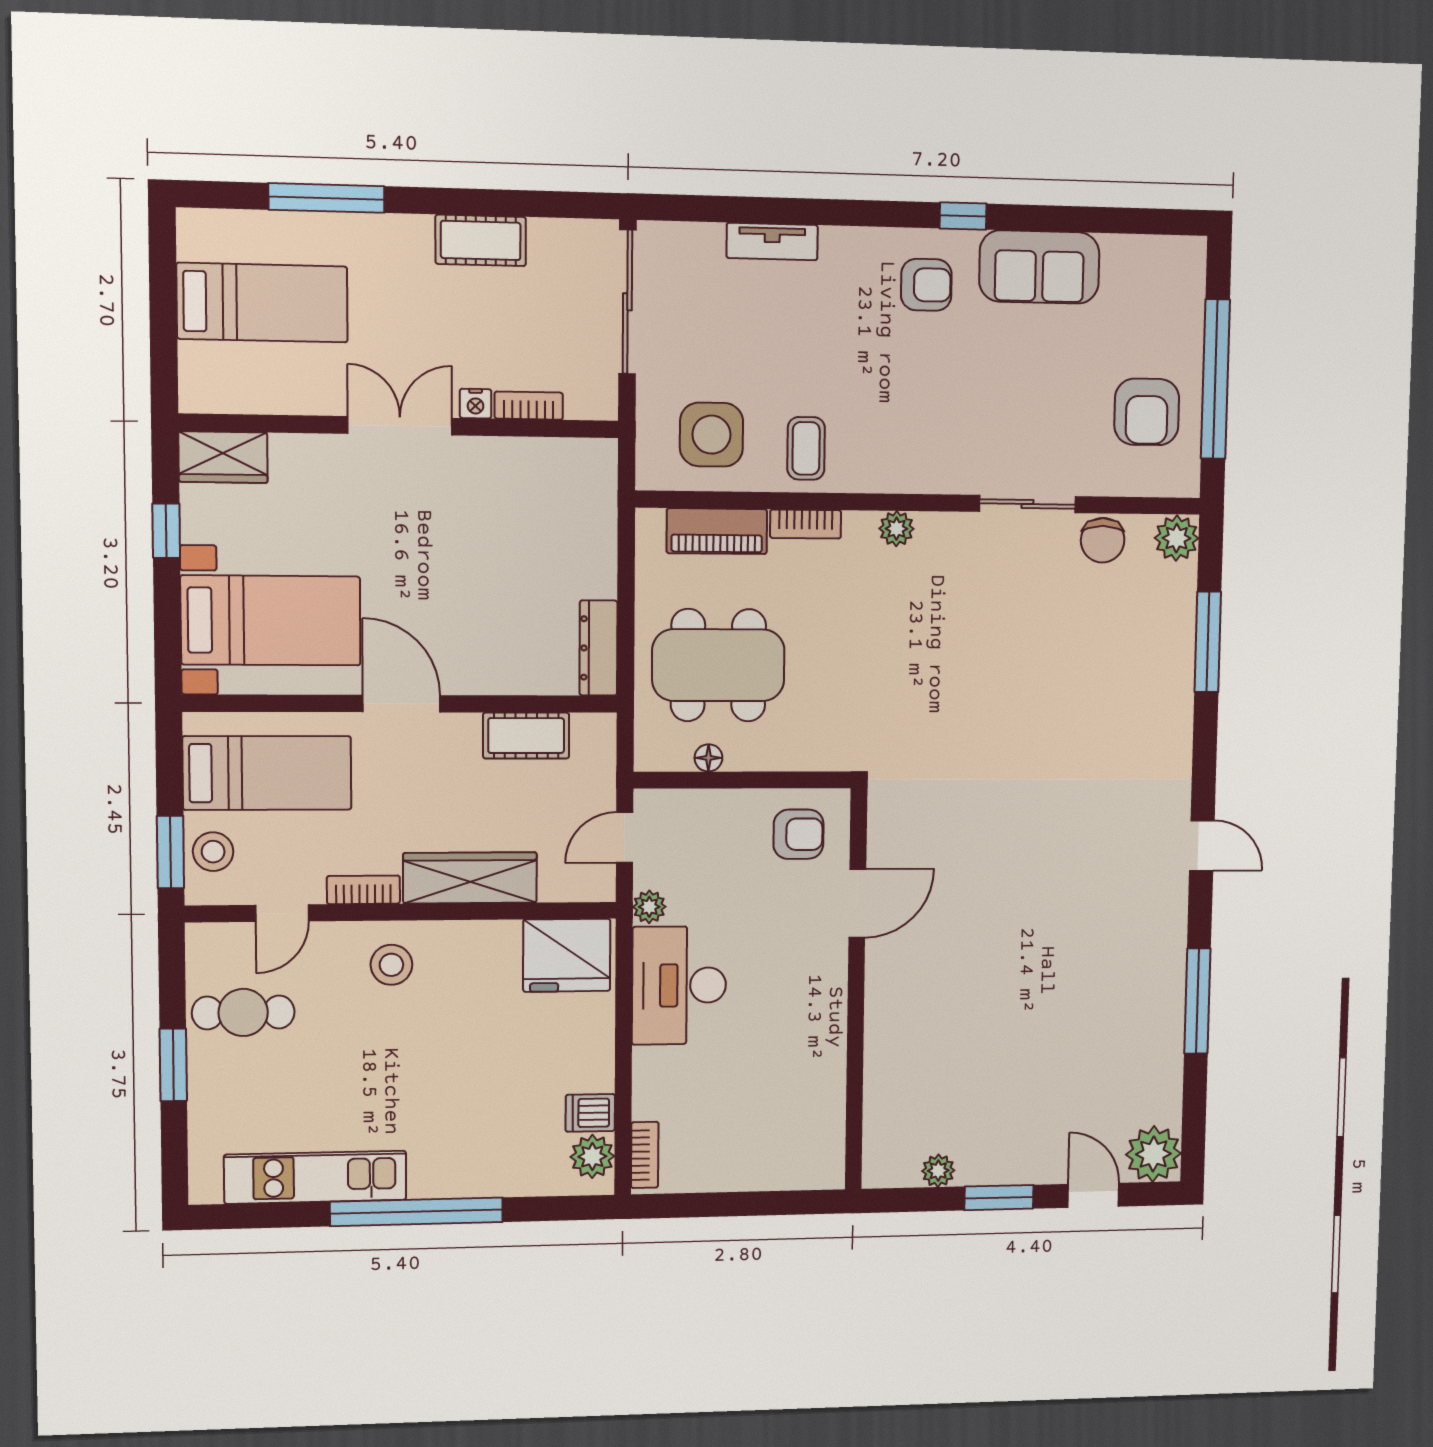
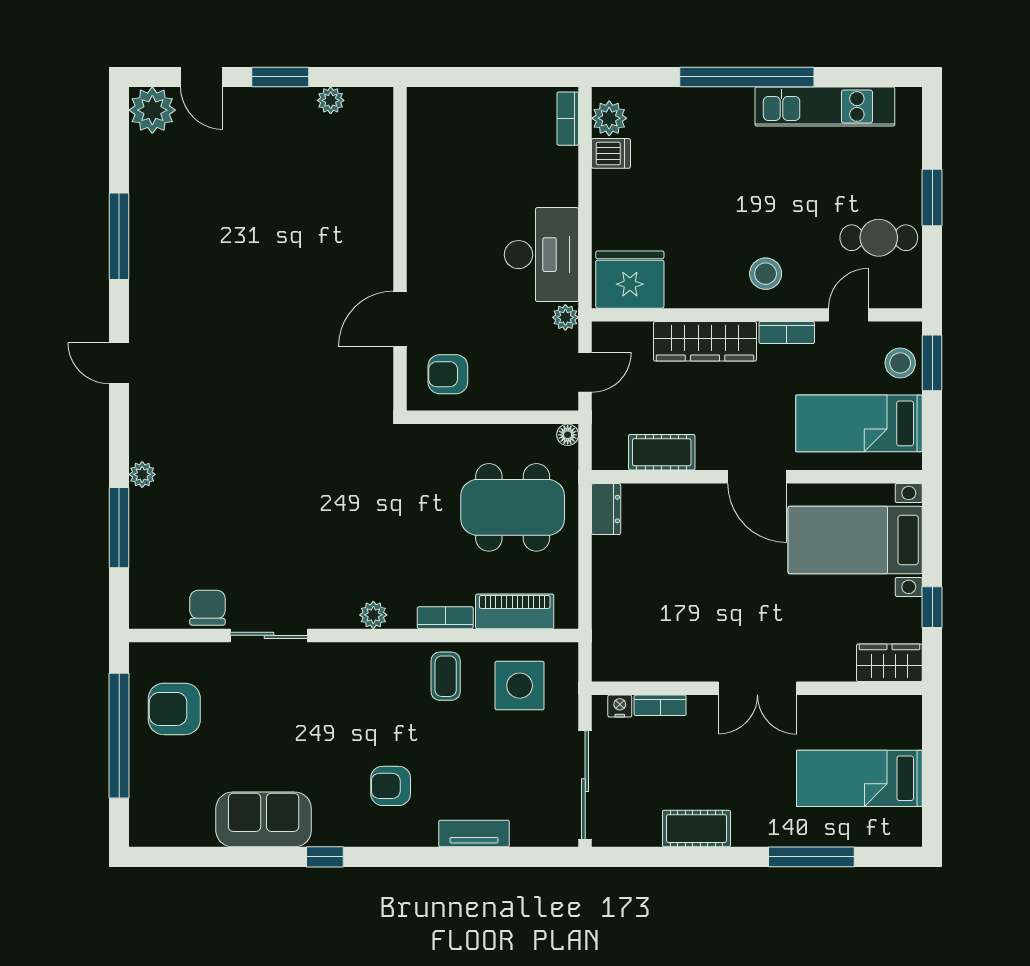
armchair: (926, 285) -> (391, 786), moved
nightstand: (476, 404) -> (620, 706), moved
armchair: (1147, 412) -> (174, 709), turned -90
plant: (1177, 538) -> (142, 474), moved, width x0.73, depth x0.73
dresser: (598, 648) -> (606, 509), width x0.70
floor lamp: (708, 758) -> (568, 435), moved

